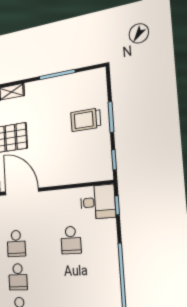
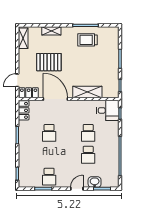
trolley: (86, 120) -> (88, 40), moved
shelving: (66, 176) -> (87, 92), added
school desk: (18, 277) -> (88, 155), moved

